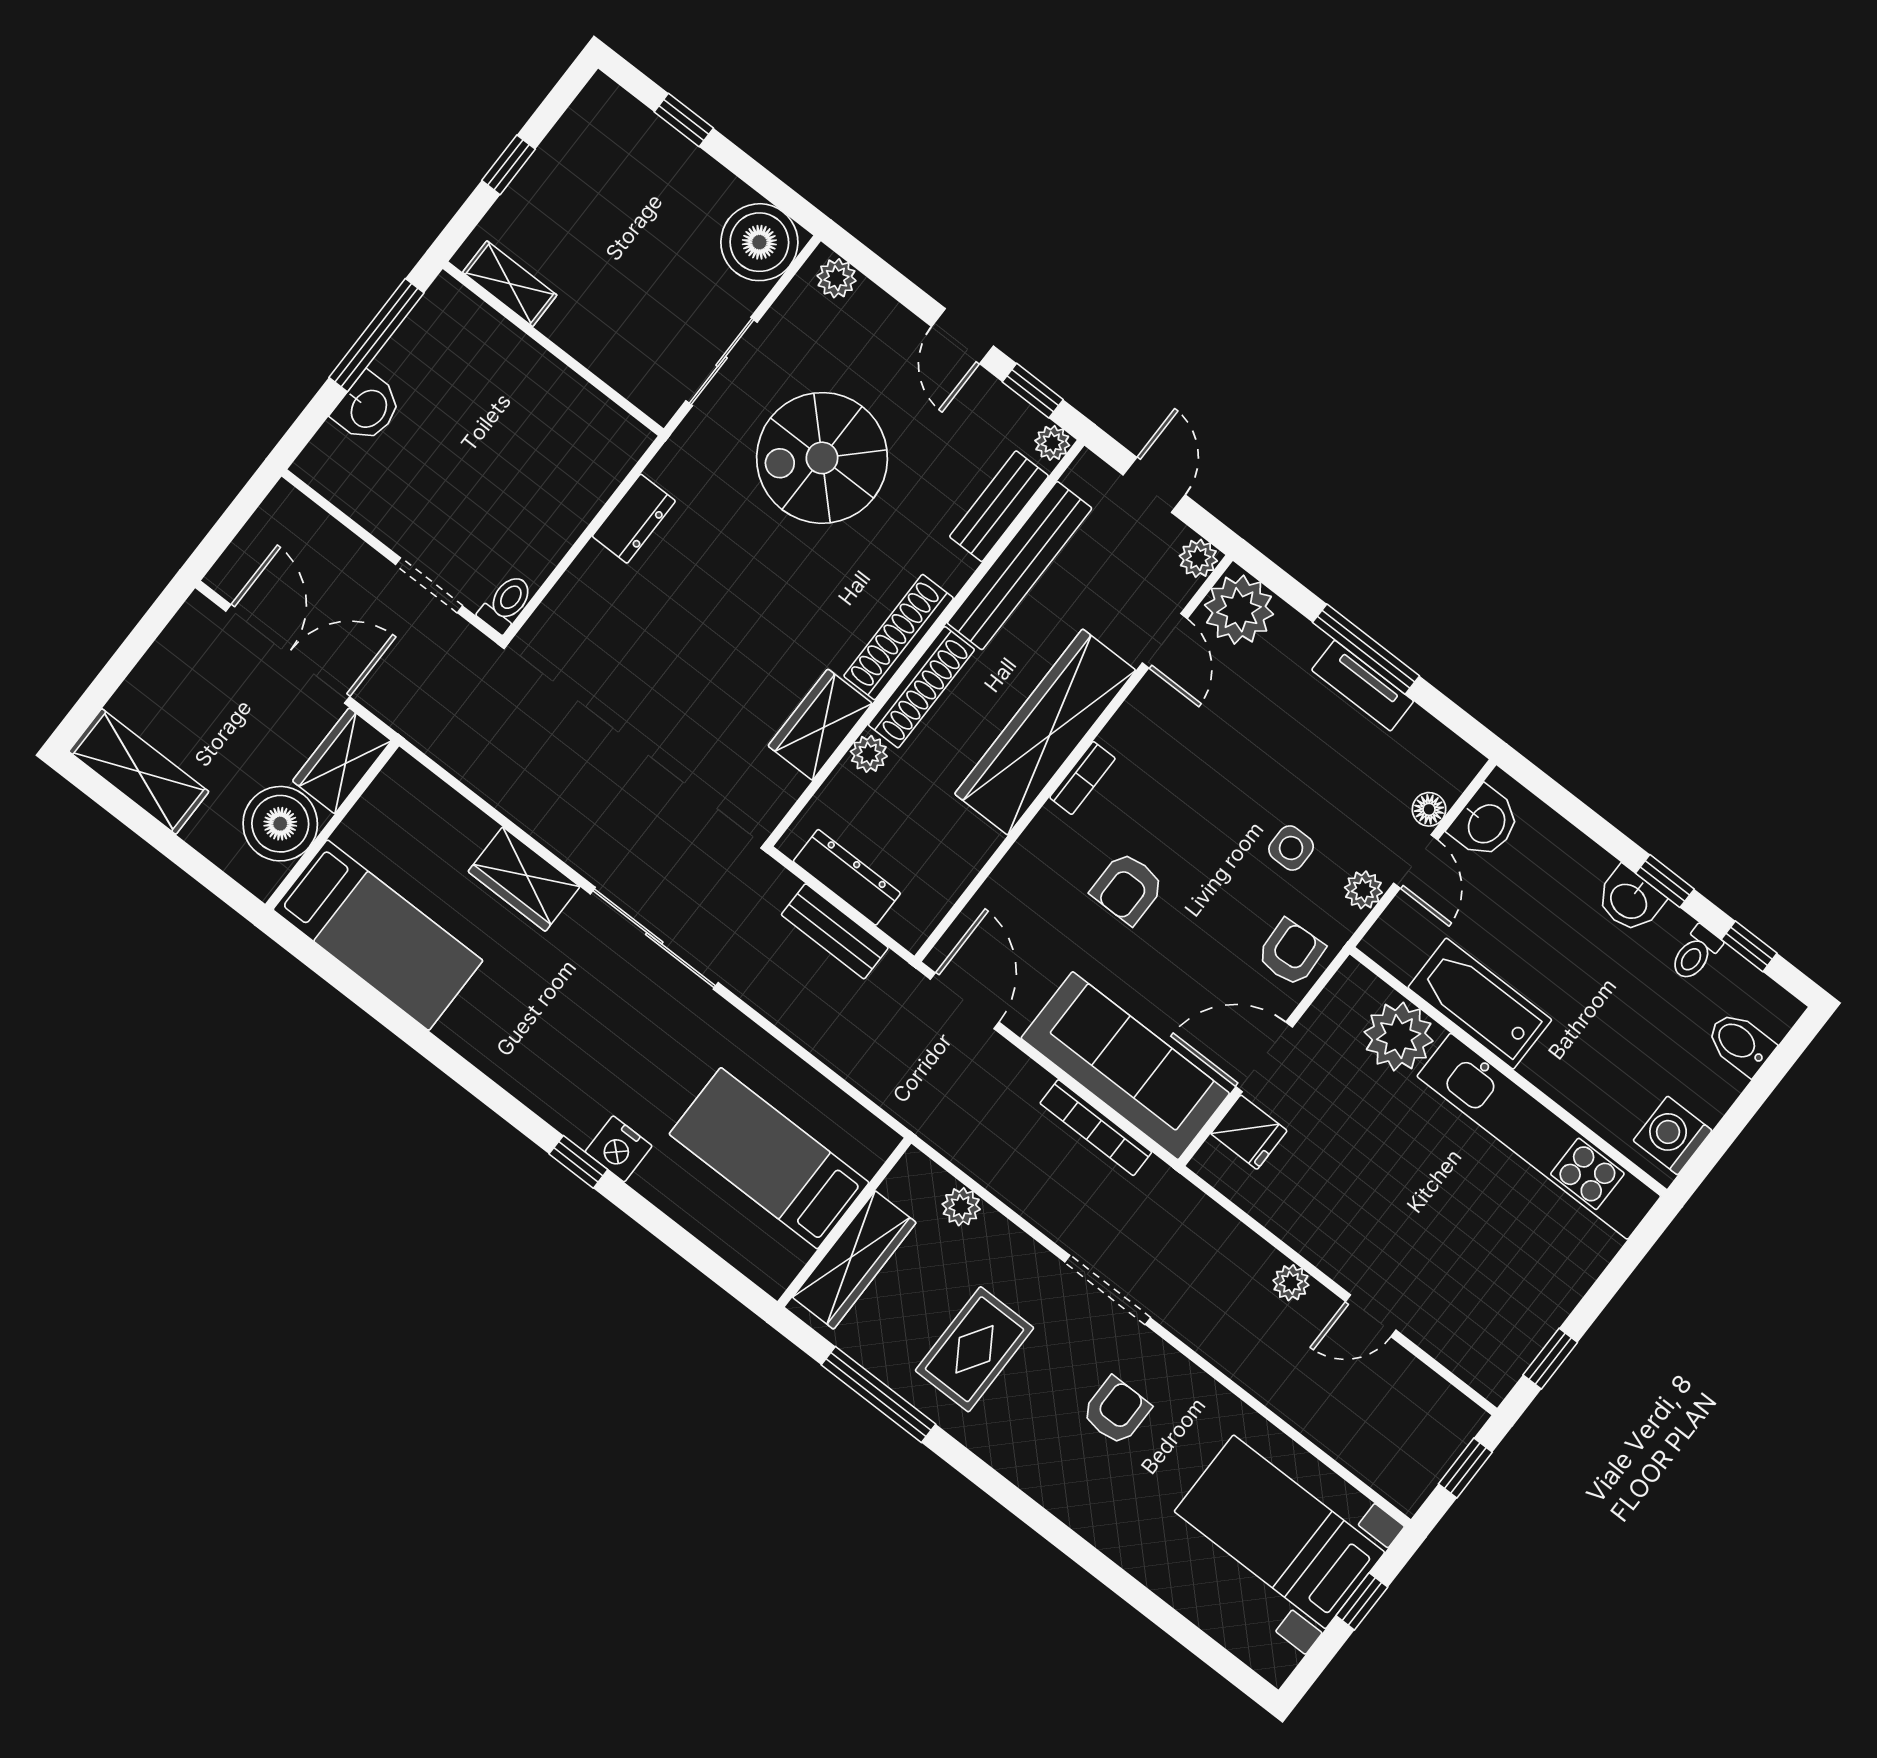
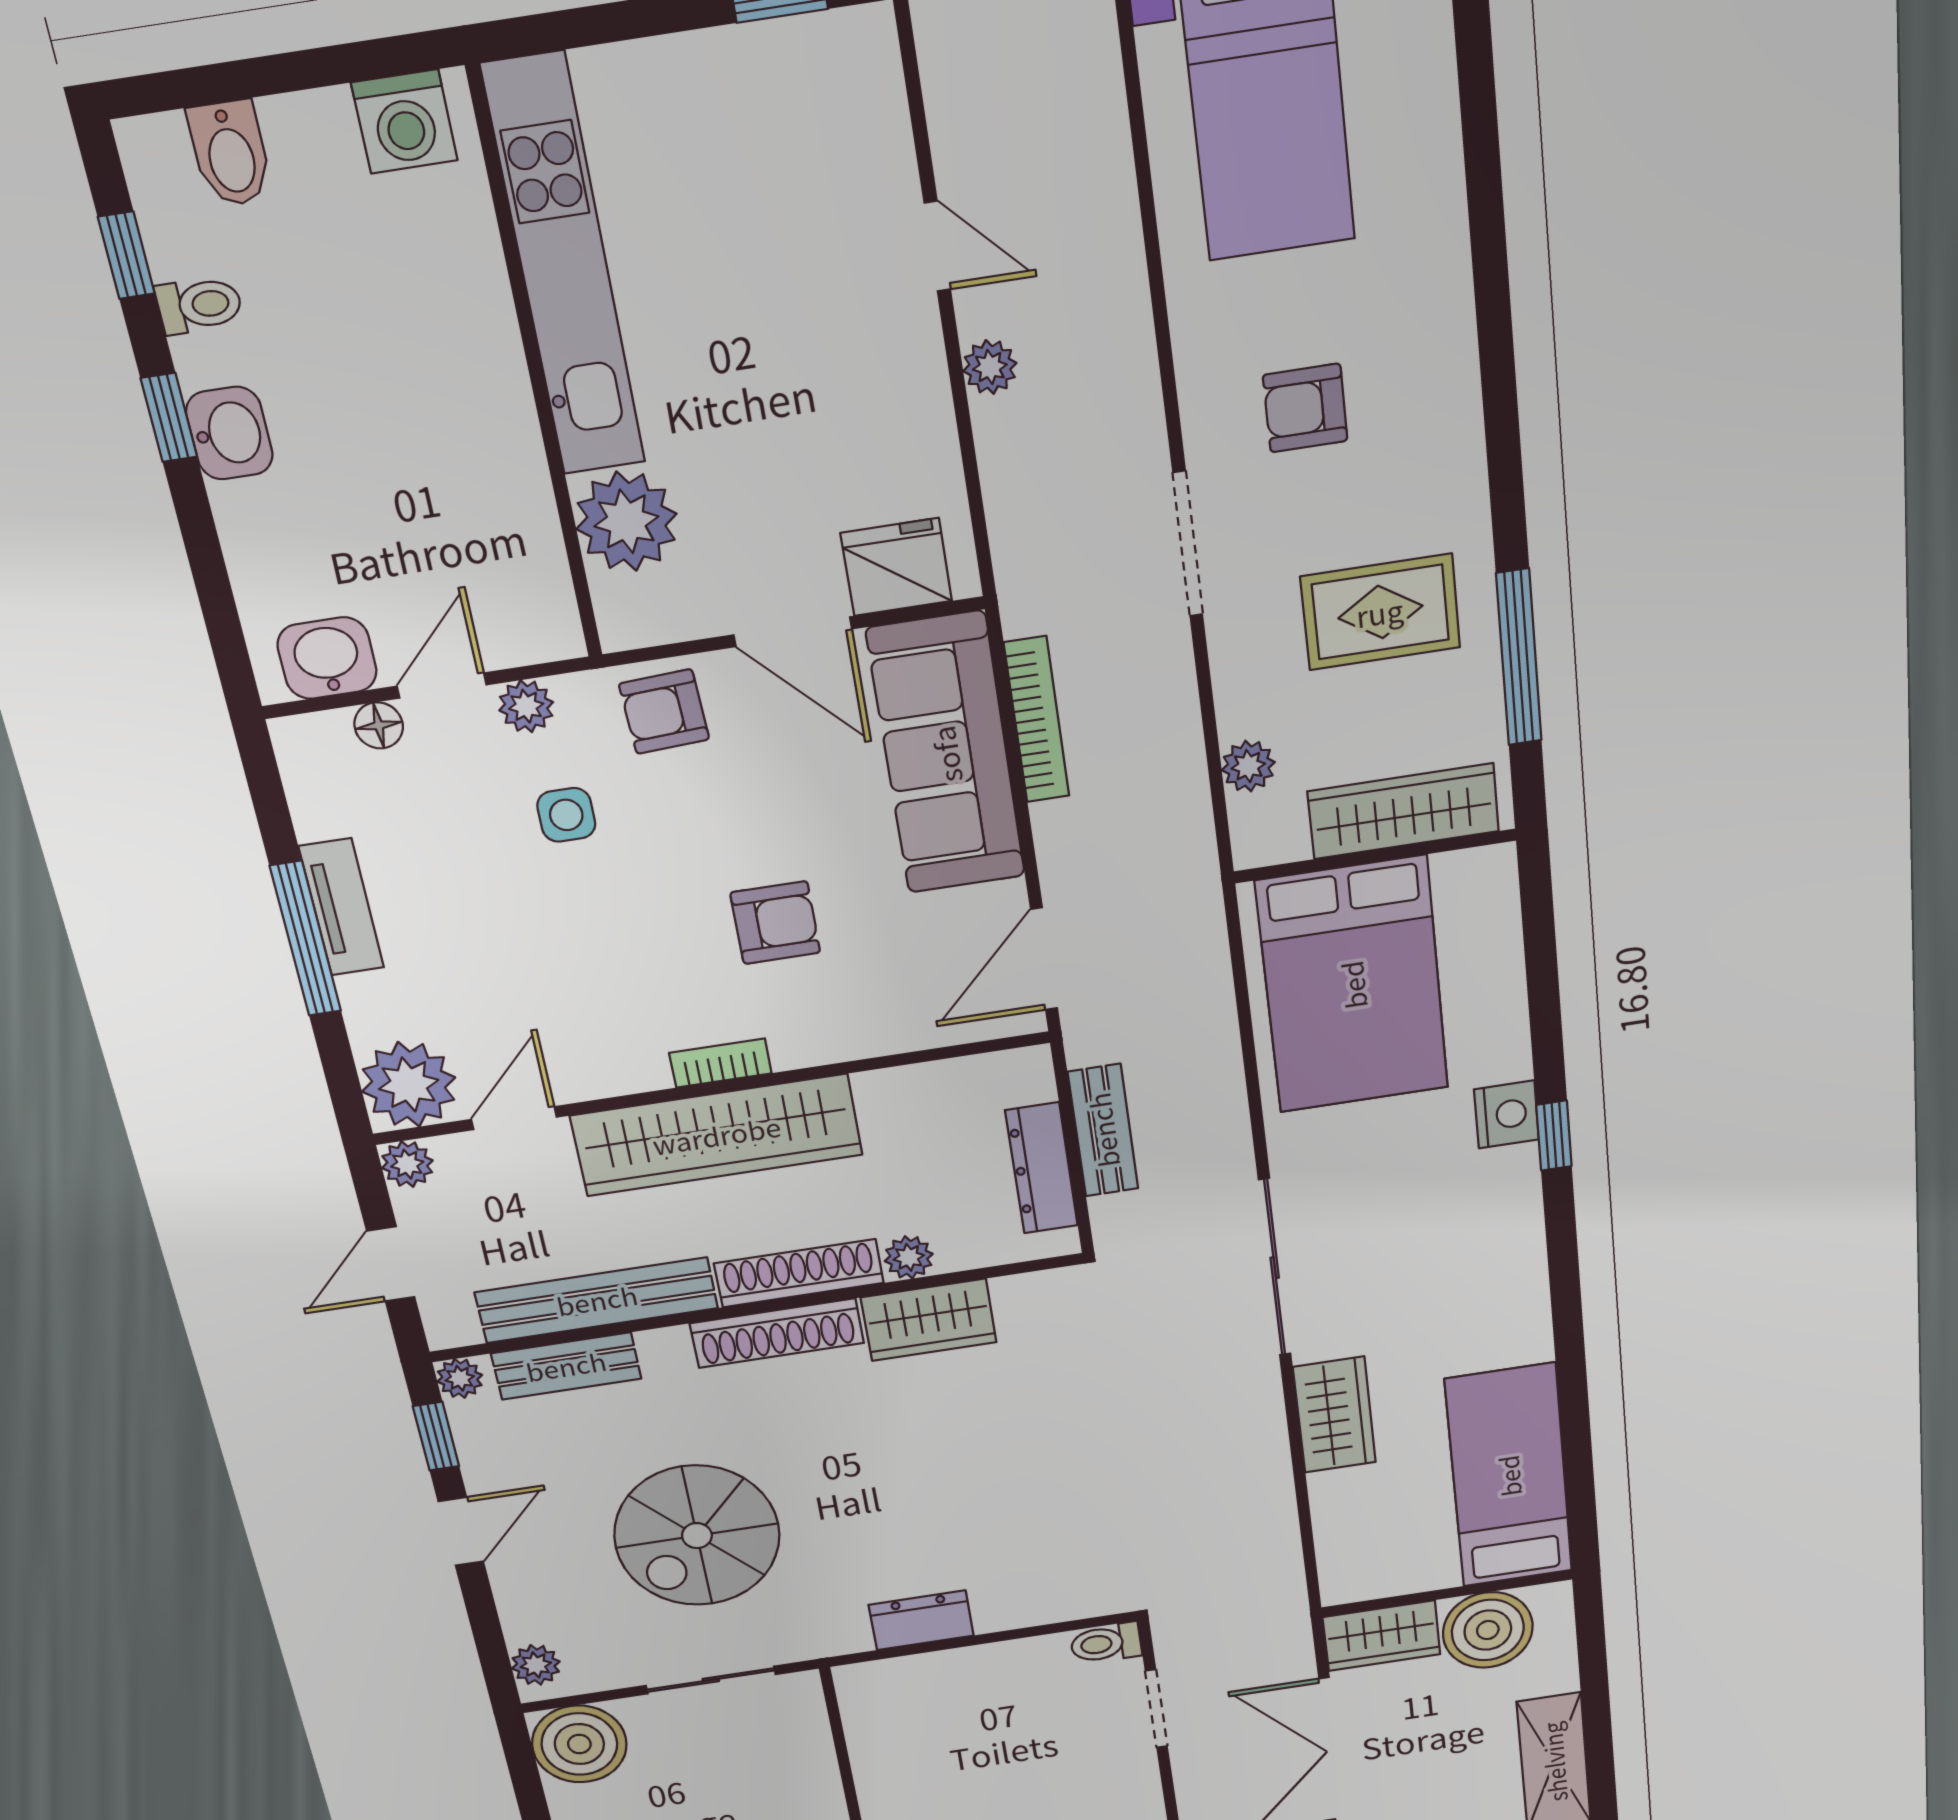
spiral stairs: (822, 458) -> (697, 1536), turned 90
bathtub: (1480, 1004) -> (503, 475), removed
fridge: (1249, 1132) -> (896, 567), width x1.38
bed: (769, 1158) -> (1353, 985), width x1.50

